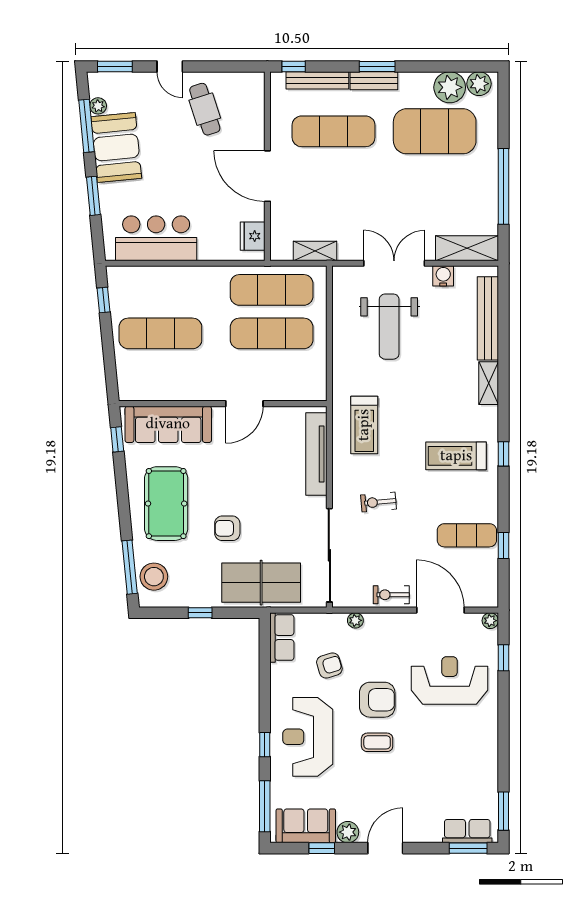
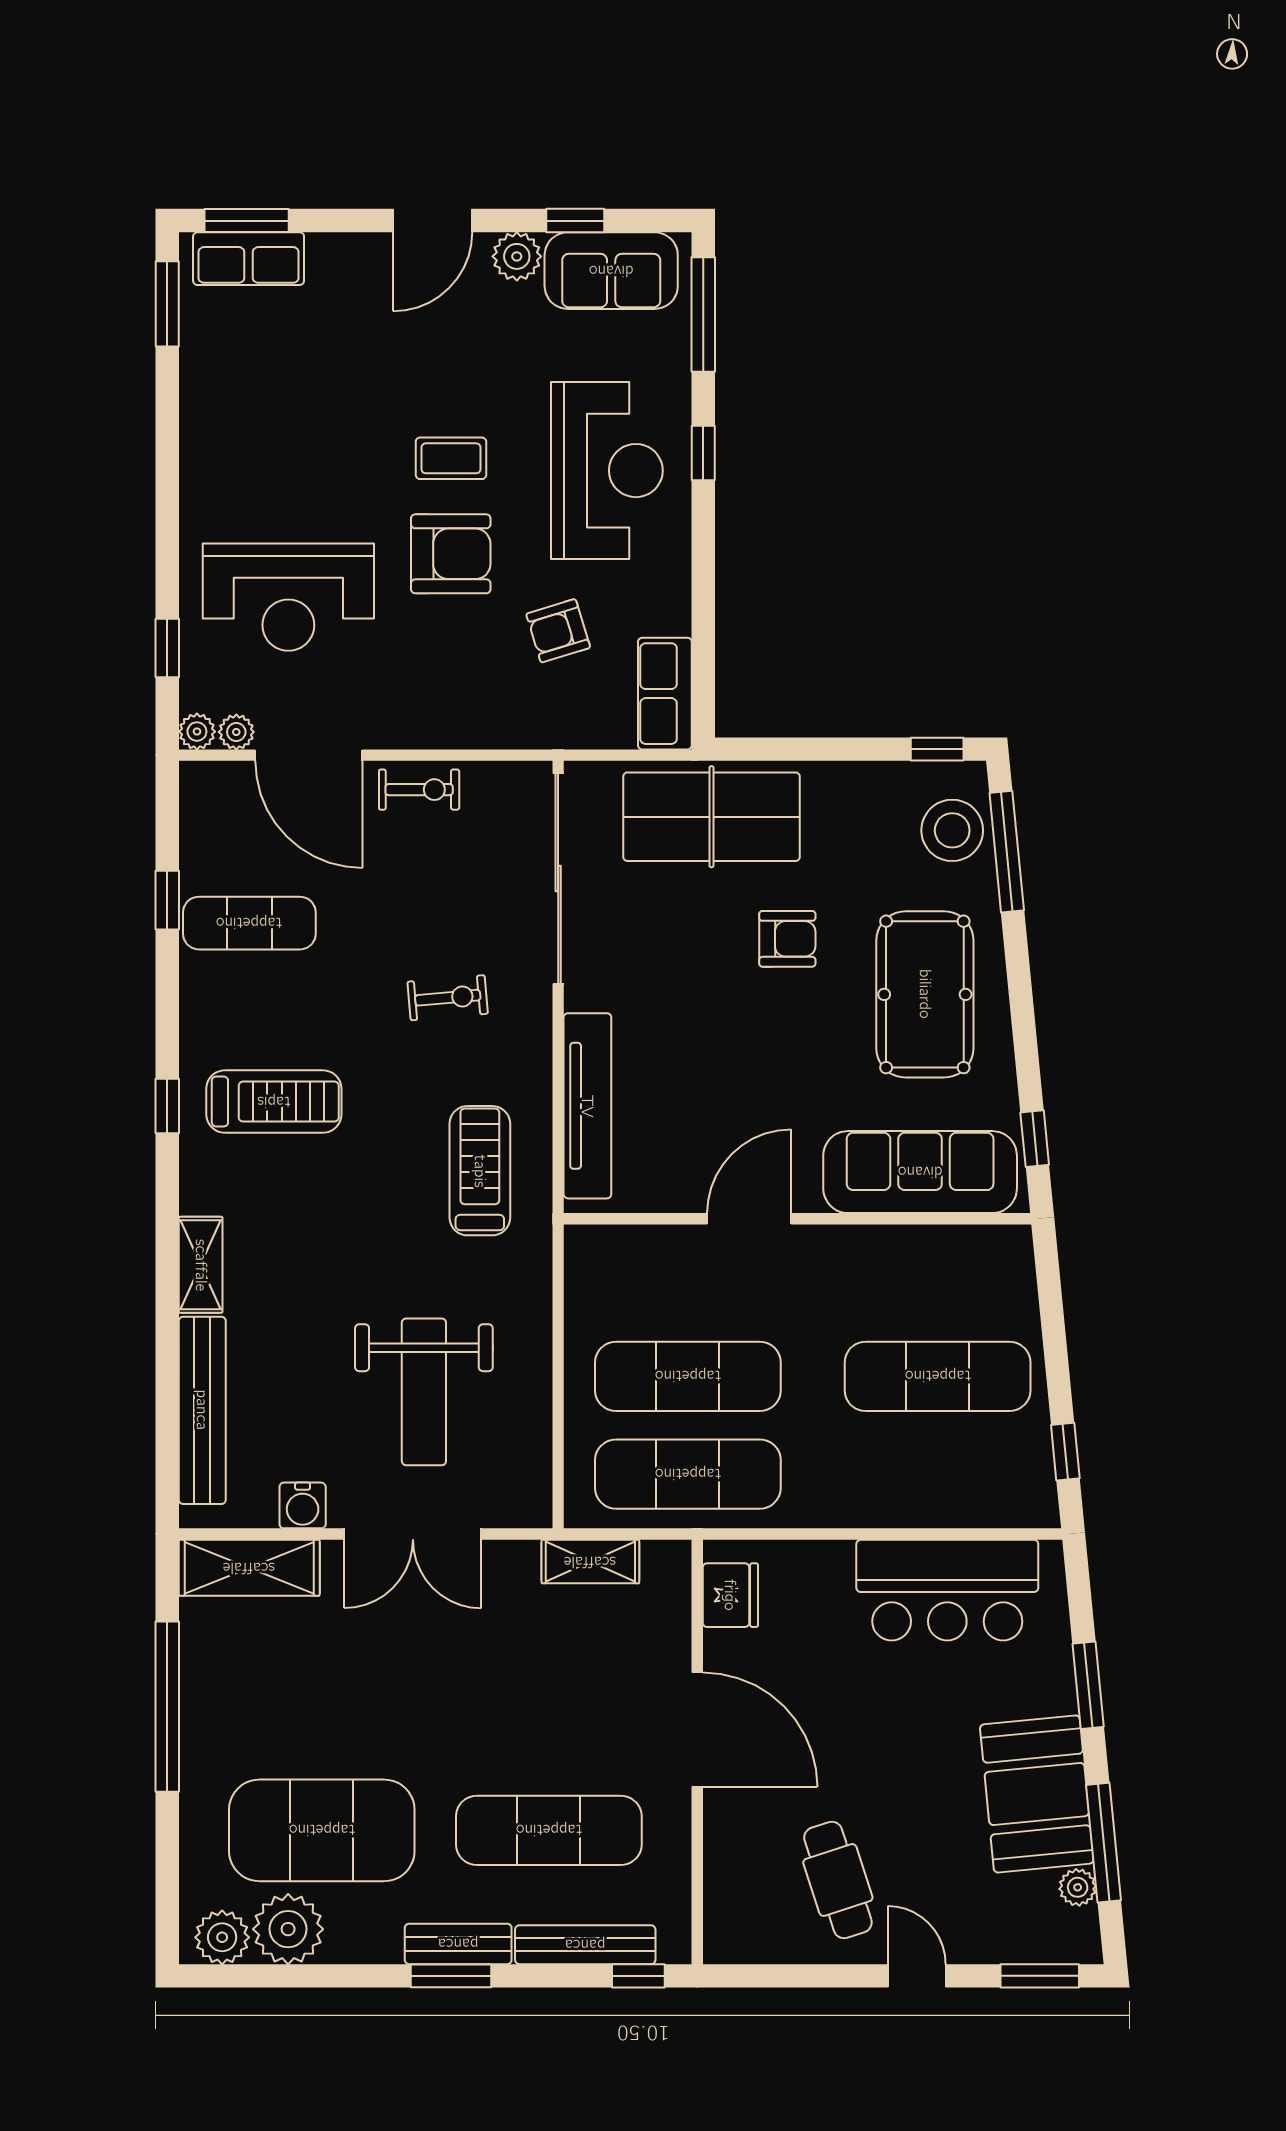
weight bench: (389, 327) -> (424, 1392), turned 180
window: (200, 613) -> (937, 749), moved
plant: (355, 620) -> (236, 732), moved
armchair: (377, 700) -> (451, 554), turned 180

